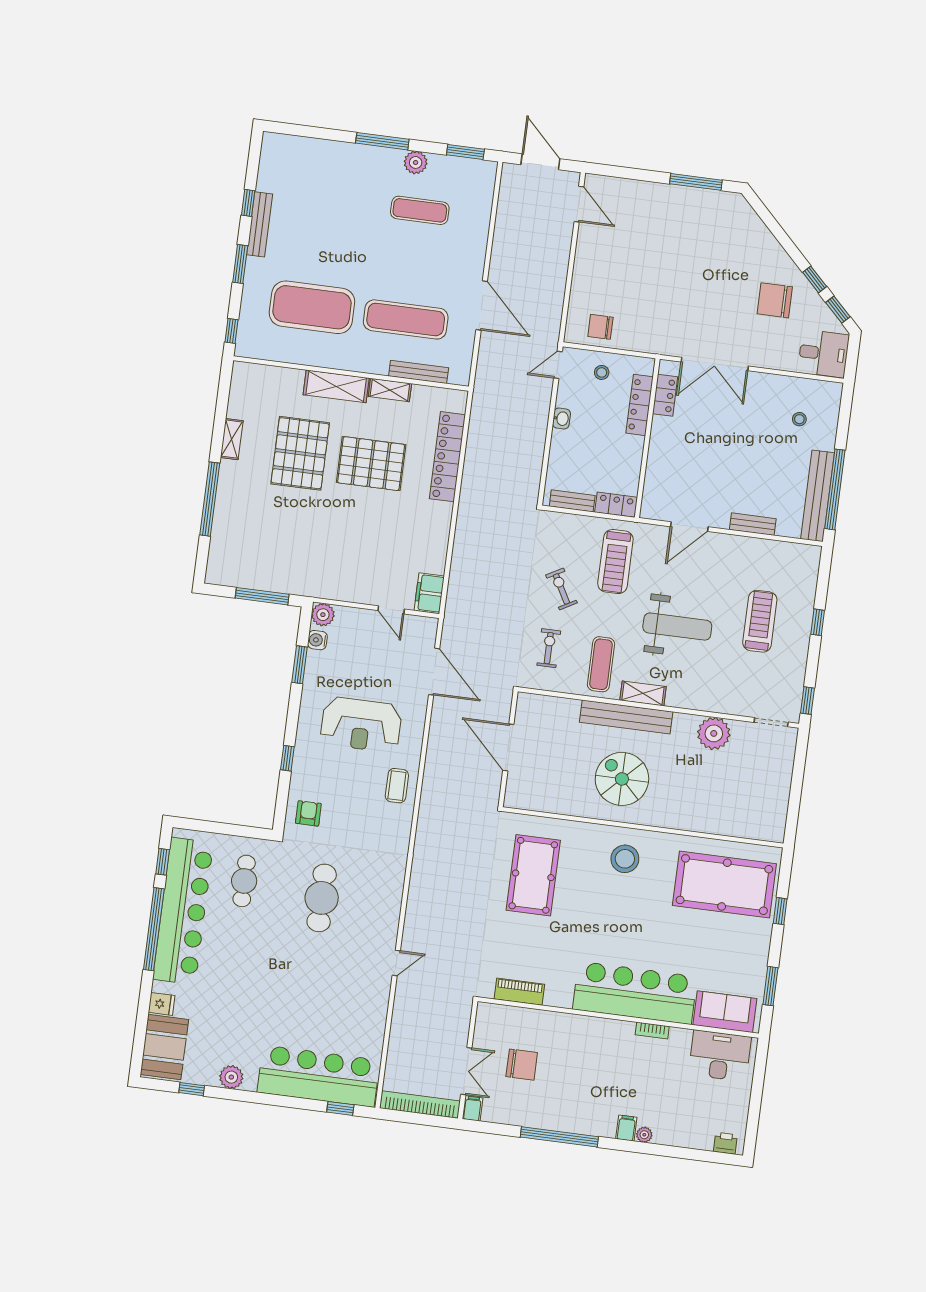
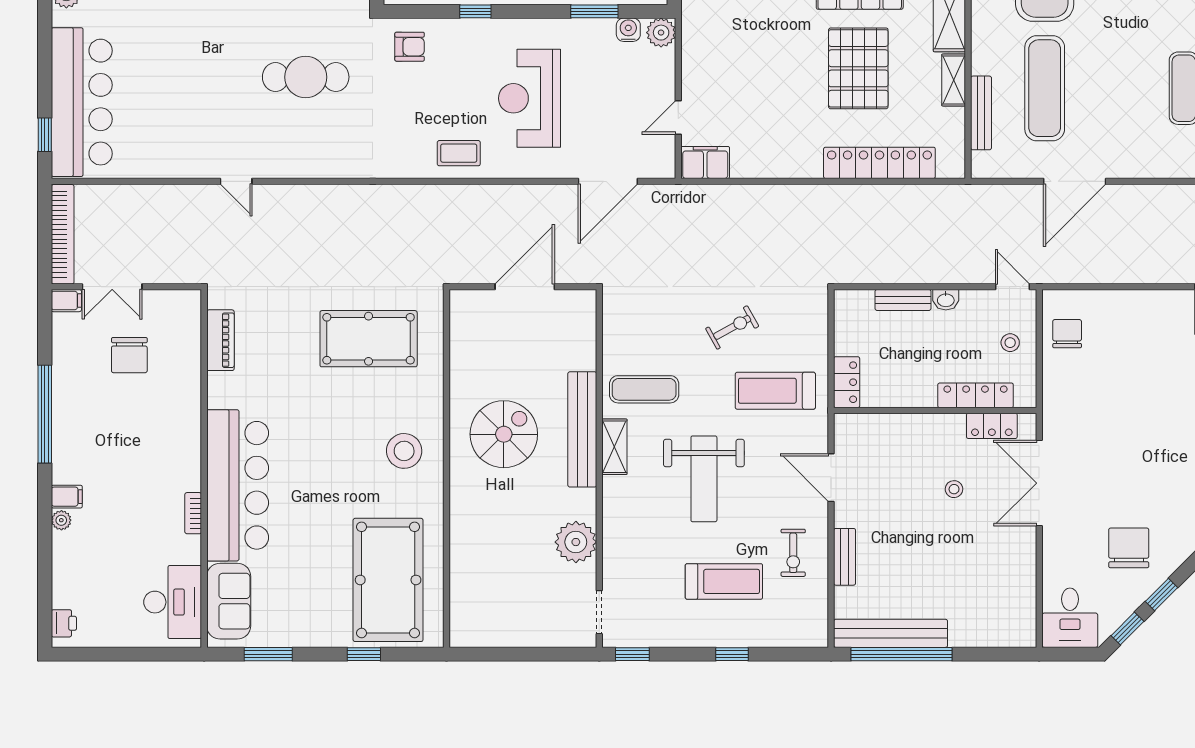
stool: (799, 419) -> (954, 489), moved
bench: (572, 501) -> (903, 300), moved, turned 90
exercise bike: (549, 648) -> (793, 553), moved, turned 90

